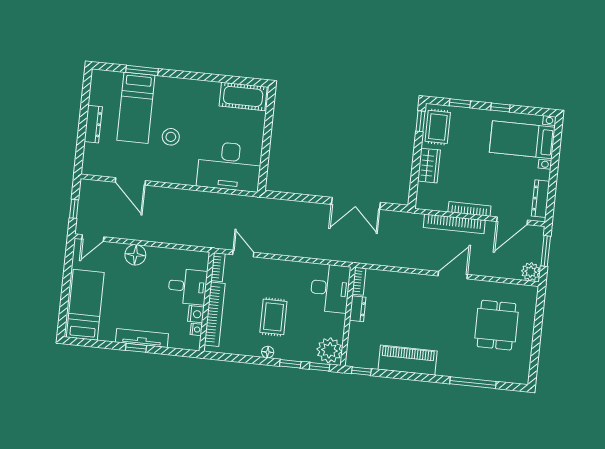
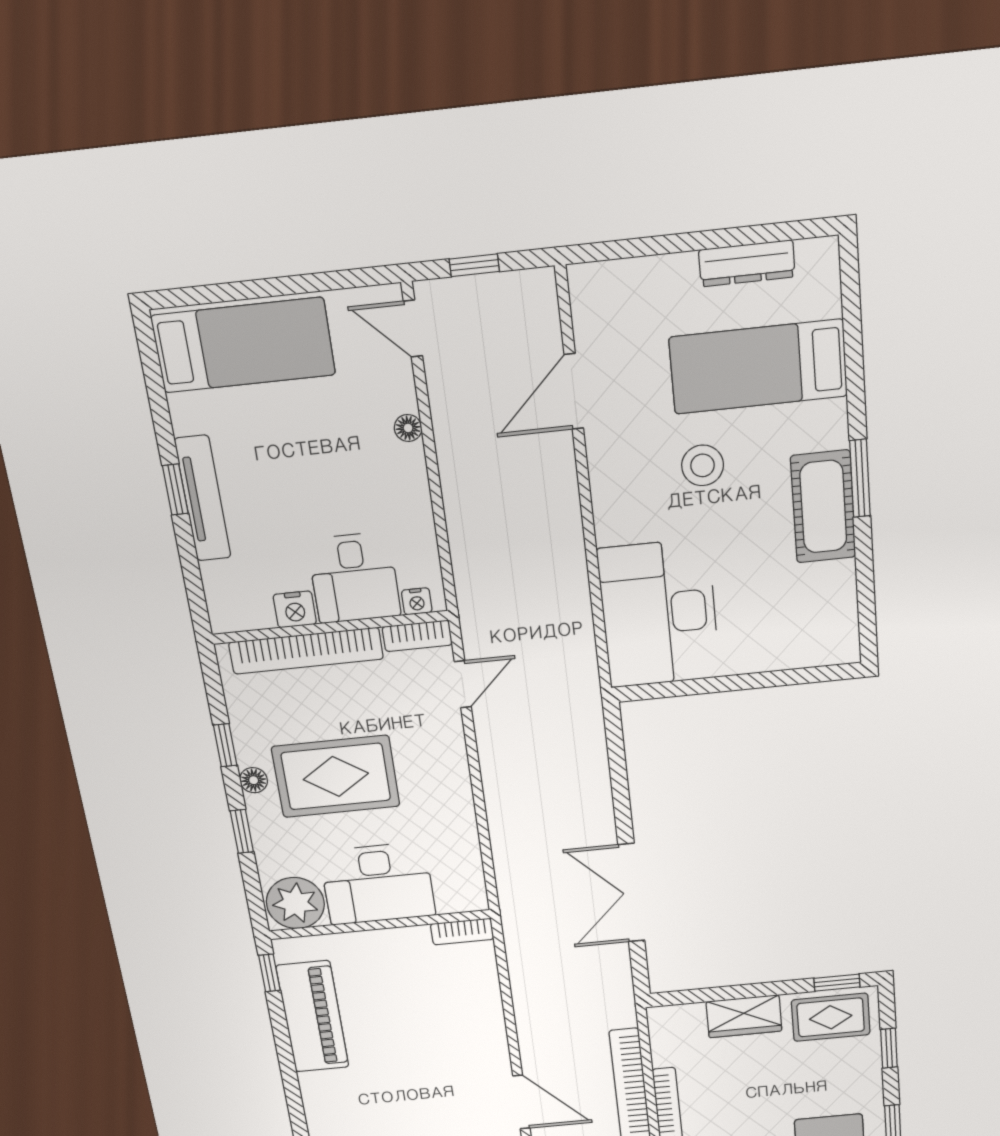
window: (142, 70) -> (860, 478), moved
cot: (243, 96) -> (823, 507), moved
dresser: (93, 124) -> (747, 263), moved
floor lamp: (135, 255) -> (408, 428), width x0.53, depth x0.53
desk: (330, 288) -> (378, 884), moved
dresser: (358, 309) -> (402, 940), removed
rug: (273, 317) -> (336, 776), width x1.36, depth x1.43
nightstand: (196, 329) -> (417, 601), moved
piano: (408, 360) -> (313, 1017), moved
window: (319, 367) -> (225, 745), moved

